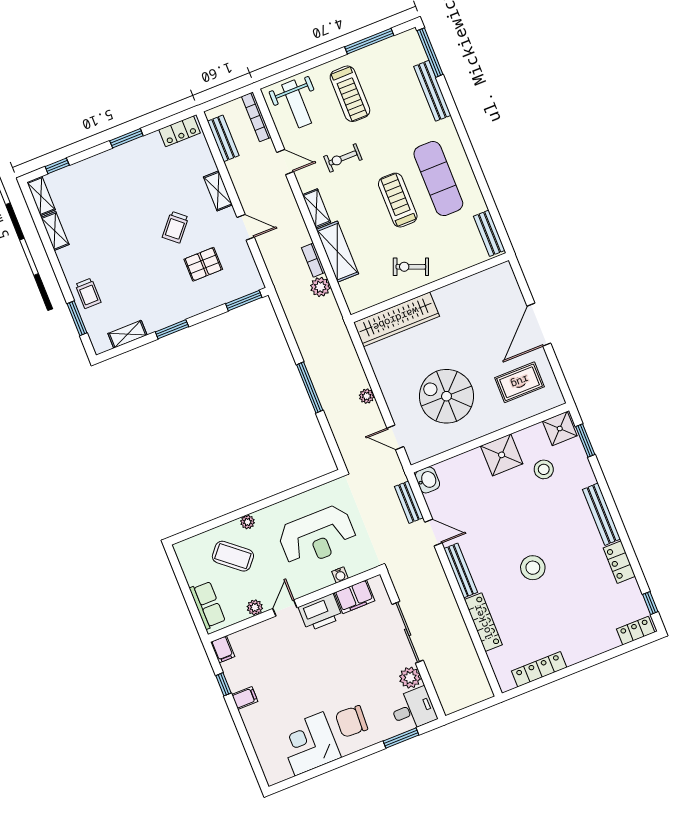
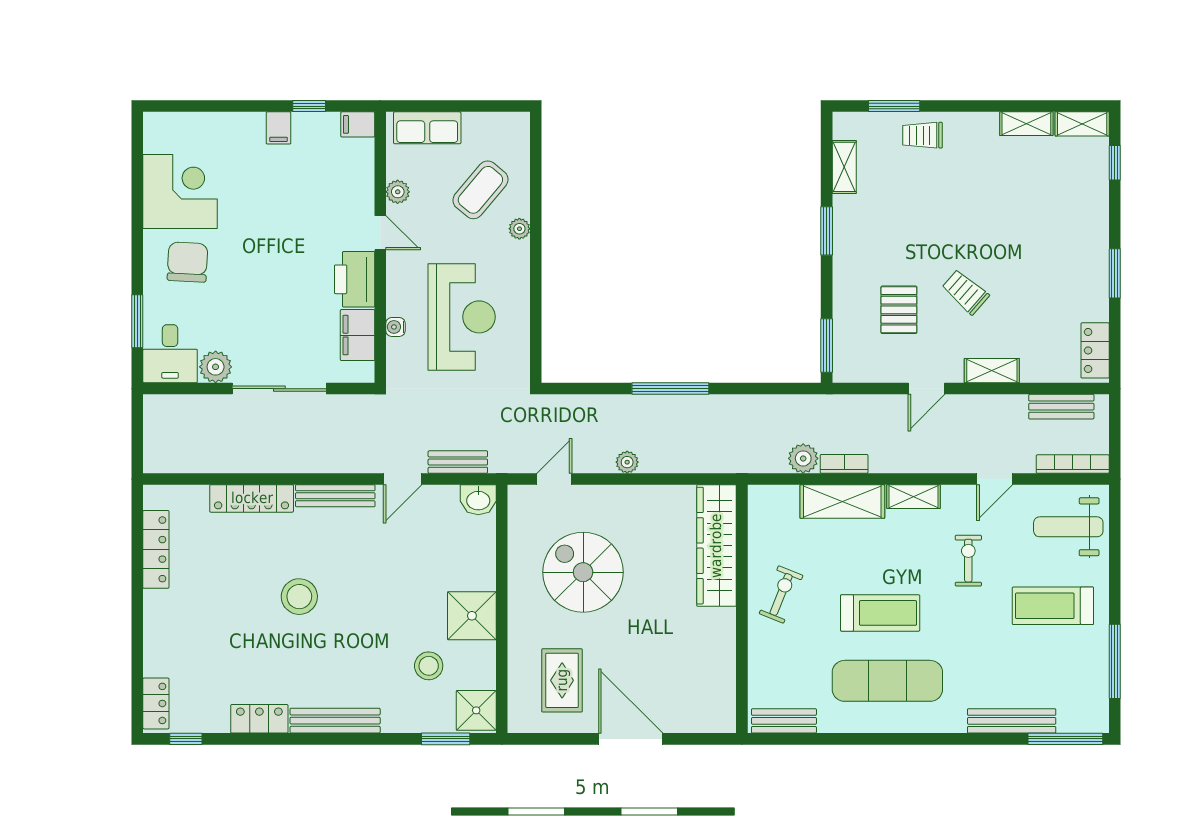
spiral stairs: (446, 396) -> (583, 572), turned -90
reception desk: (317, 536) -> (462, 317), turned 180

